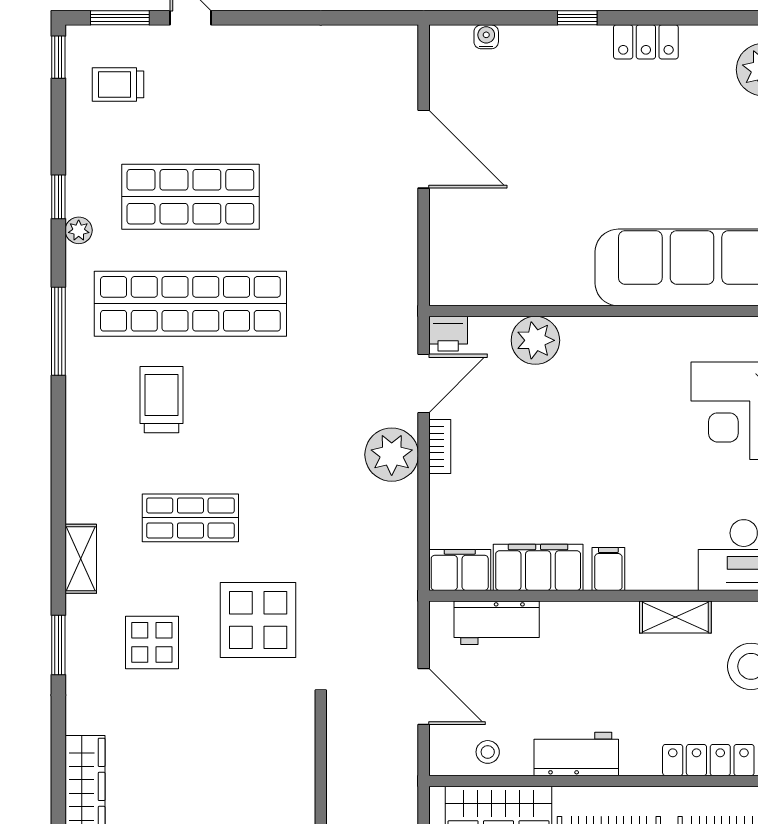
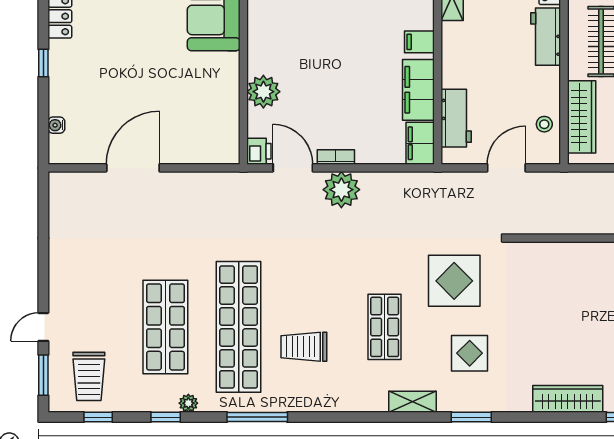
window: (58, 57) -> (98, 417), moved
trolley: (118, 84) -> (89, 376), width x1.36, depth x1.39
workbench: (576, 754) -> (546, 37), moved

